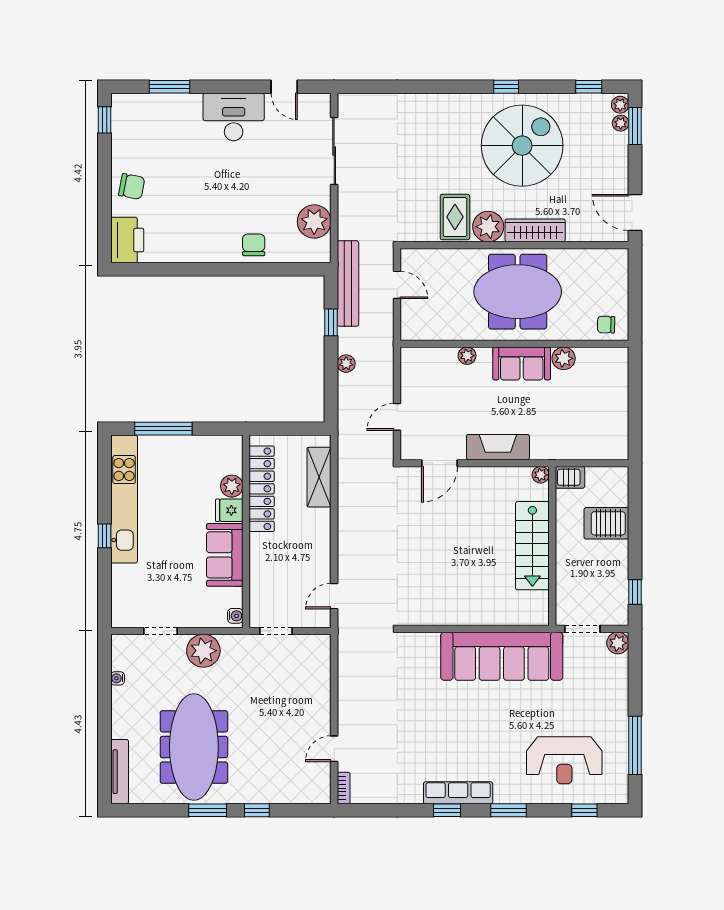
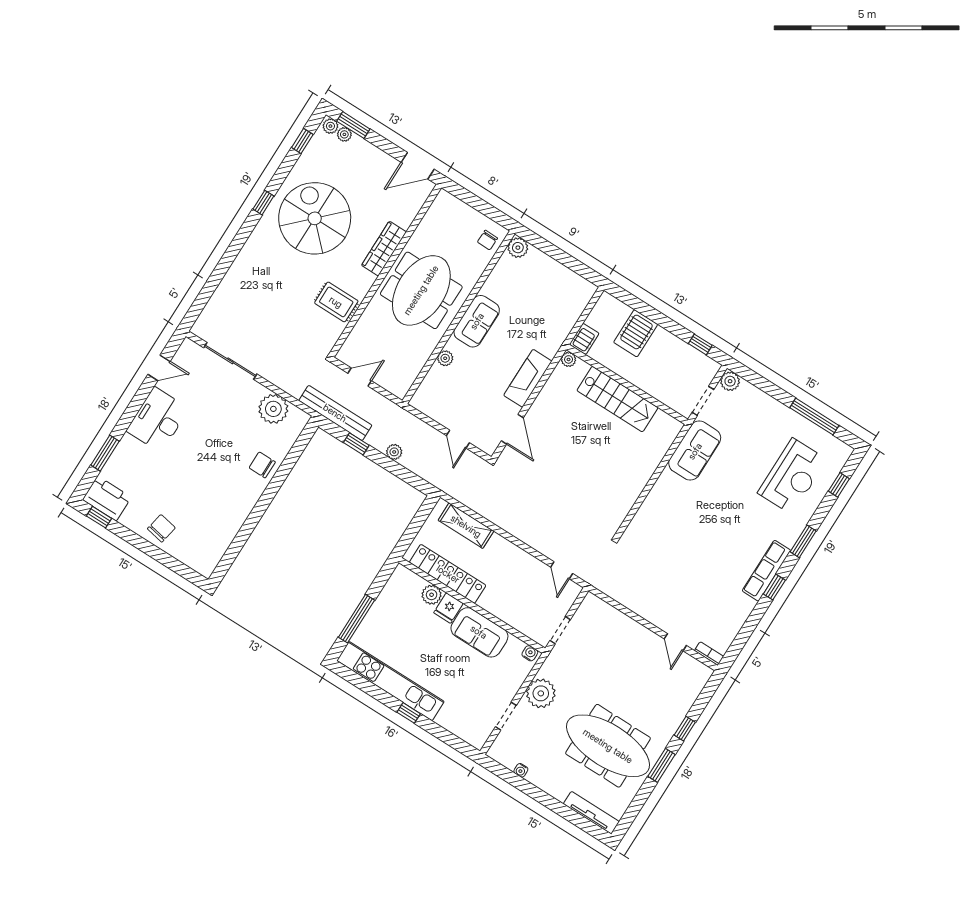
plant: (488, 227) -> (359, 282), removed
printer: (127, 240) -> (107, 498), moved
plant: (564, 358) -> (518, 248), moved
sofa: (502, 656) -> (695, 451), width x0.54, depth x0.79

